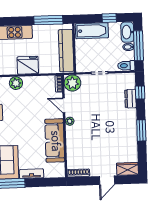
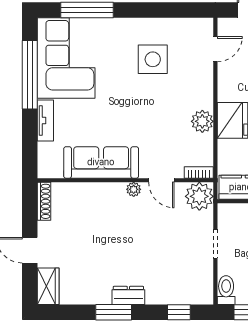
plant: (16, 83) -> (202, 121), moved
dresser: (130, 99) -> (128, 295), moved
door: (64, 105) -> (161, 180), swing flipped

